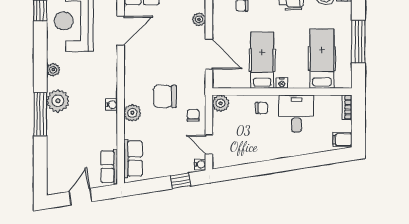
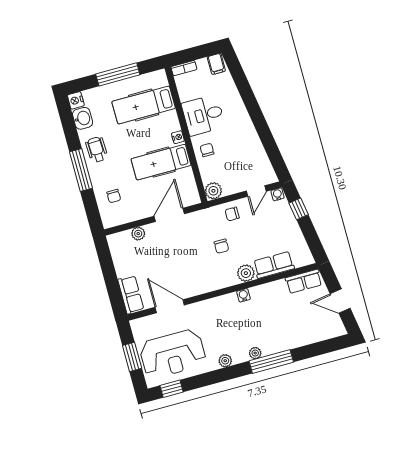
chair: (165, 96) -> (221, 246), width x0.54, depth x0.54
plant: (58, 101) -> (255, 353), width x0.53, depth x0.53
row of seats: (133, 159) -> (274, 265), moved

